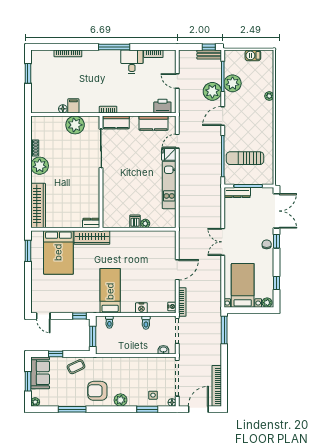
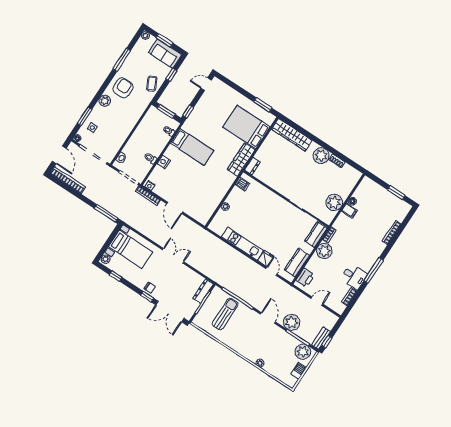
plant: (233, 83) -> (303, 352), moved
plant: (126, 105) -> (324, 251), added
dishwasher: (135, 221) -> (242, 184), moved

